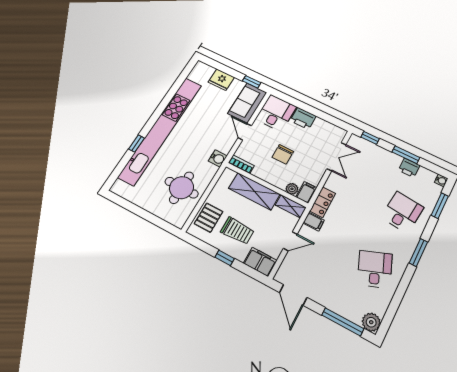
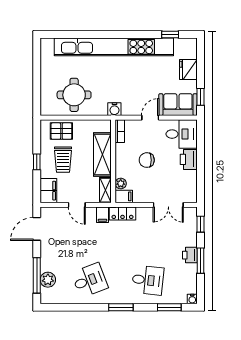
window: (137, 143) -> (170, 35), moved
printer: (409, 168) -> (190, 255), moved
plant: (371, 322) -> (48, 280), moved

